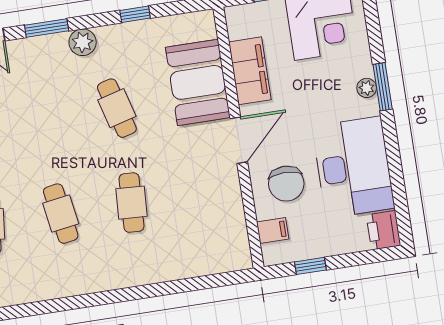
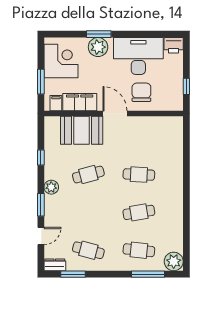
plant: (367, 88) -> (98, 47), width x1.88, depth x1.88
chair: (286, 184) -> (141, 92), turned -90
filing cabinet: (273, 230) -> (56, 103), moved

